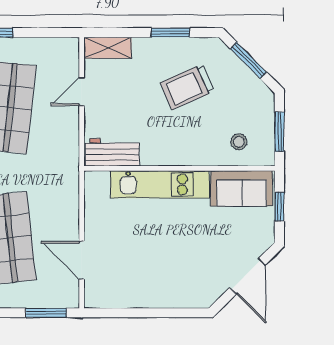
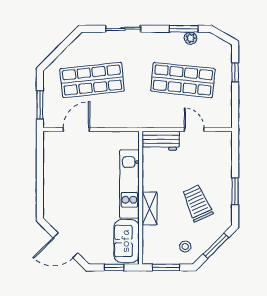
shelving: (108, 48) -> (150, 208), moved
stool: (239, 142) -> (185, 247), moved
workbench: (112, 152) -> (161, 141), moved, turned 90

